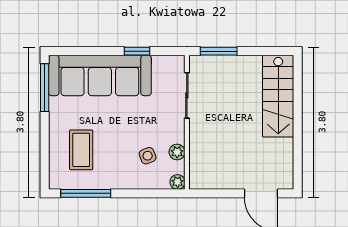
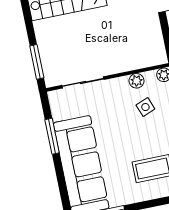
window: (137, 51) -> (52, 136), width x1.50

